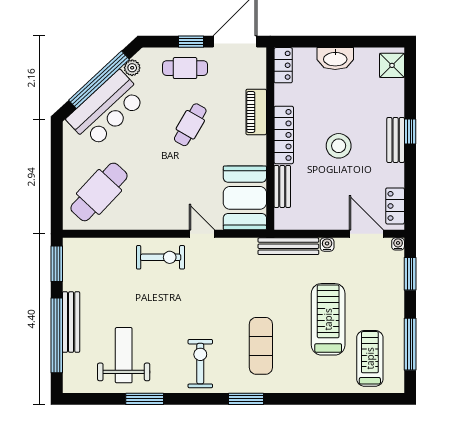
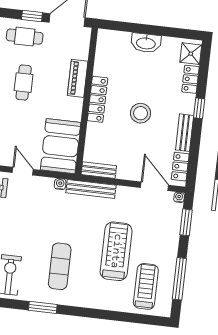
locker: (283, 65) -> (190, 79), moved, turned 180
cafe table: (190, 125) -> (24, 83), turned -30
bench: (396, 140) -> (185, 133), moved
bench: (282, 186) -> (99, 170), moved, turned 90
water cooler: (327, 245) -> (60, 184), moved

